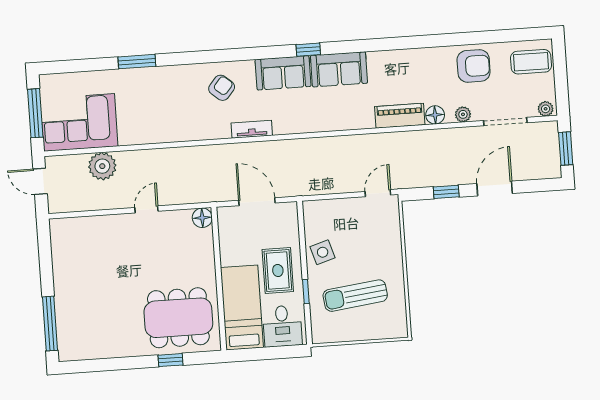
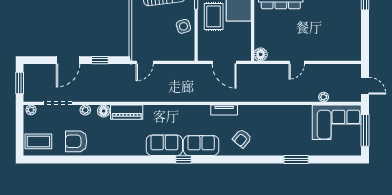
plant: (102, 166) -> (324, 97), width x0.53, depth x0.53

